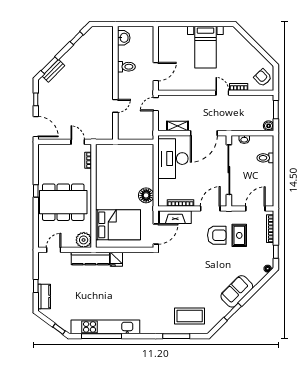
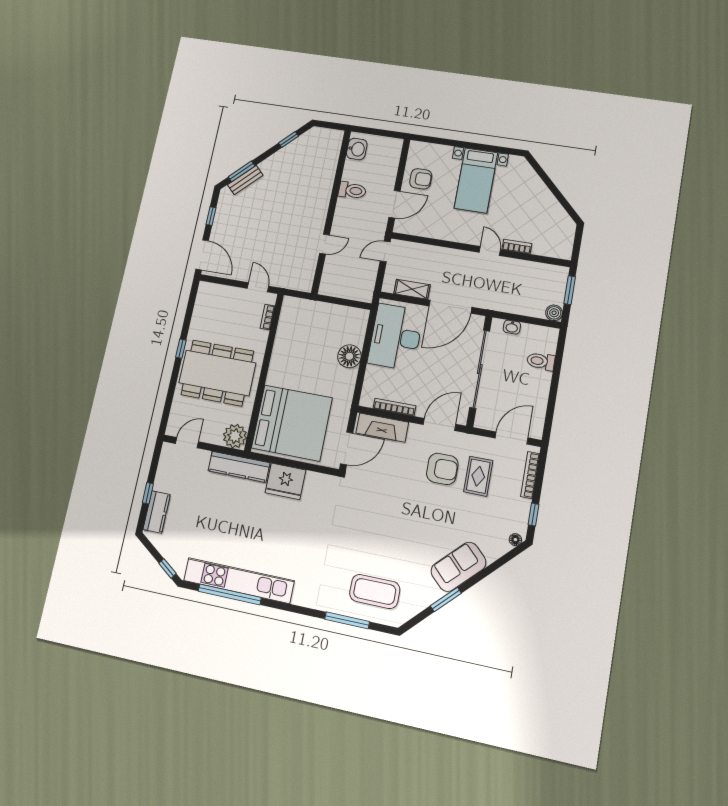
armchair: (263, 78) -> (421, 179), moved, turned 134
floor lamp: (146, 195) -> (349, 356), moved
bed: (118, 225) -> (292, 423), width x1.36
fridge: (116, 259) -> (285, 481), width x1.88, depth x1.34

